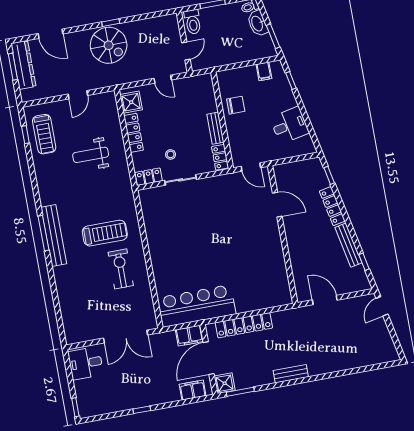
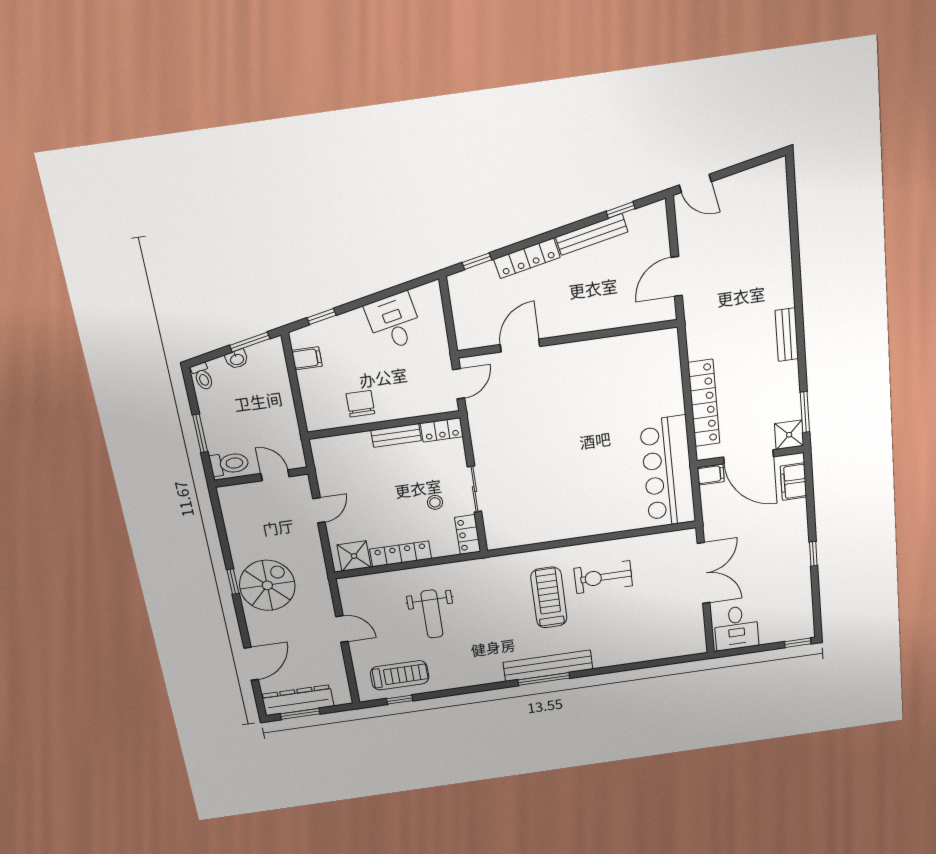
washbasin: (257, 23) -> (237, 359), width x0.52, depth x0.69
filing cabinet: (189, 336) -> (711, 475), width x0.50

